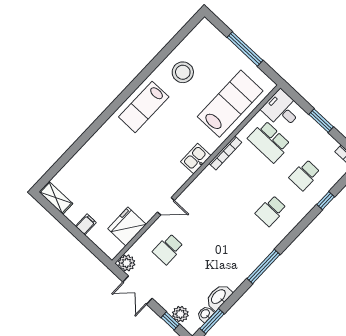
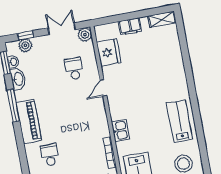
filing cabinet: (86, 224) -> (130, 26), width x2.00
piano: (253, 256) -> (29, 121), added
window: (264, 267) -> (13, 106), moved

